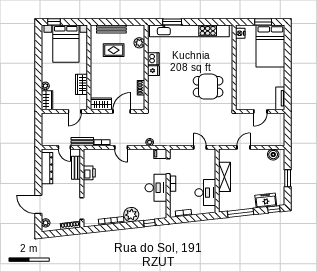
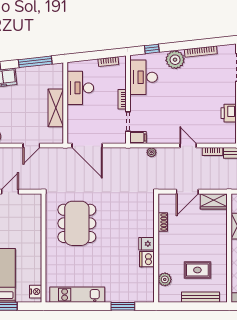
kitchen unit: (189, 31) -> (77, 295), width x0.54
dining table: (208, 87) -> (77, 223), width x1.38
door: (200, 147) -> (87, 146), width x1.88
desk: (156, 188) -> (144, 77), moved

